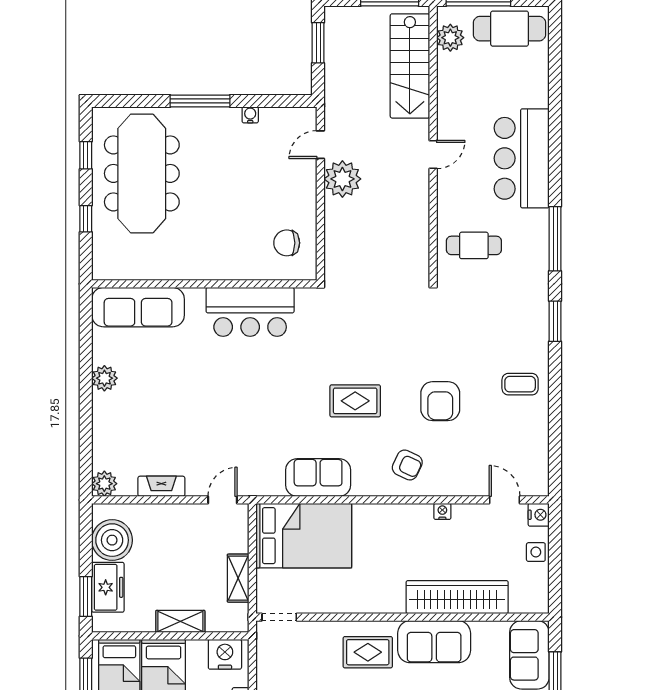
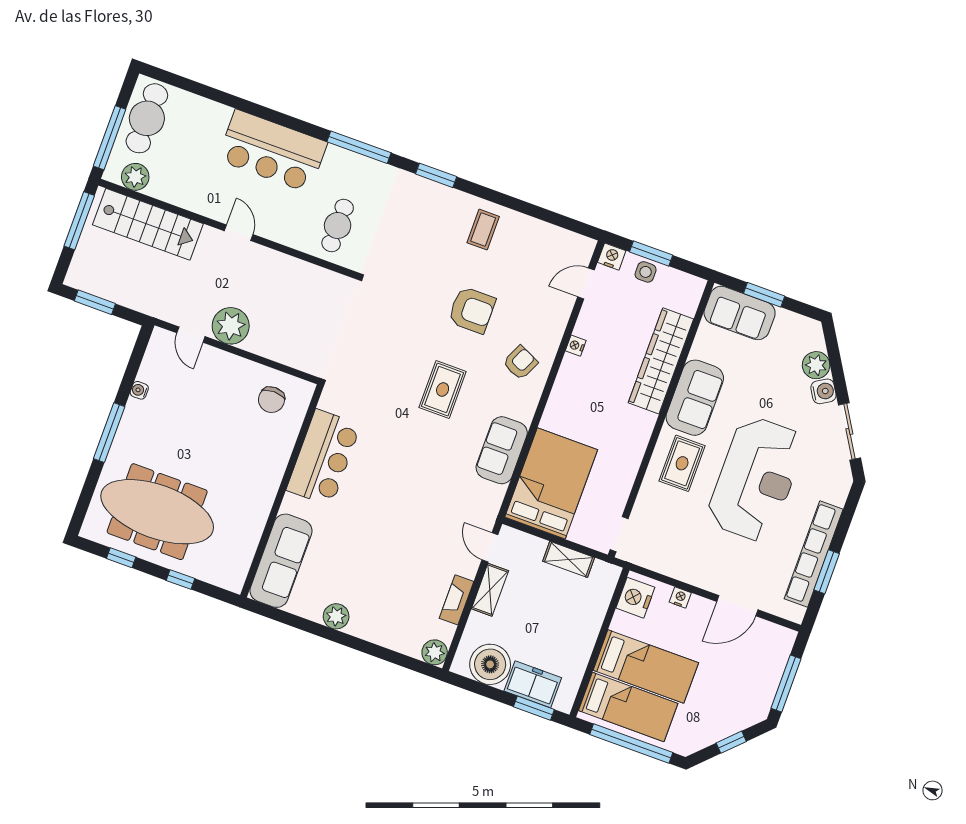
window: (555, 551) -> (651, 254), added
shelving: (180, 621) -> (490, 590), moved

